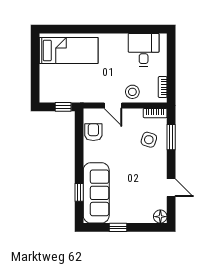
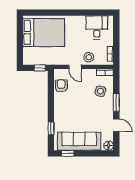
bed: (69, 50) -> (44, 33), width x1.50
window: (171, 137) -> (116, 102), moved
sofa: (96, 193) -> (79, 141), moved, turned -90
window: (118, 227) -> (68, 153), moved

